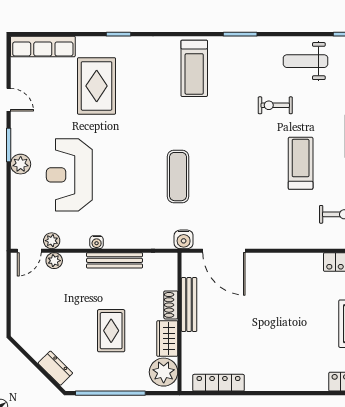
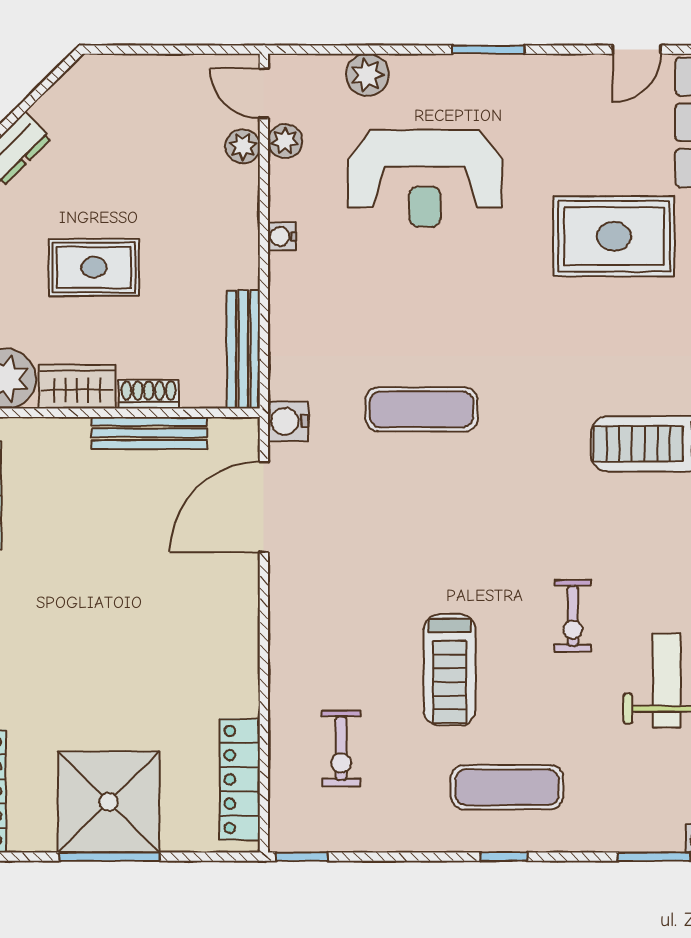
door: (9, 100) -> (637, 50), moved
exercise bike: (275, 105) -> (573, 616), turned 180
treadmill: (301, 163) -> (450, 670), turned 90
plant: (21, 164) -> (367, 75), moved
reception desk: (69, 175) -> (425, 178), turned 180
bench: (115, 260) -> (243, 349), moved

